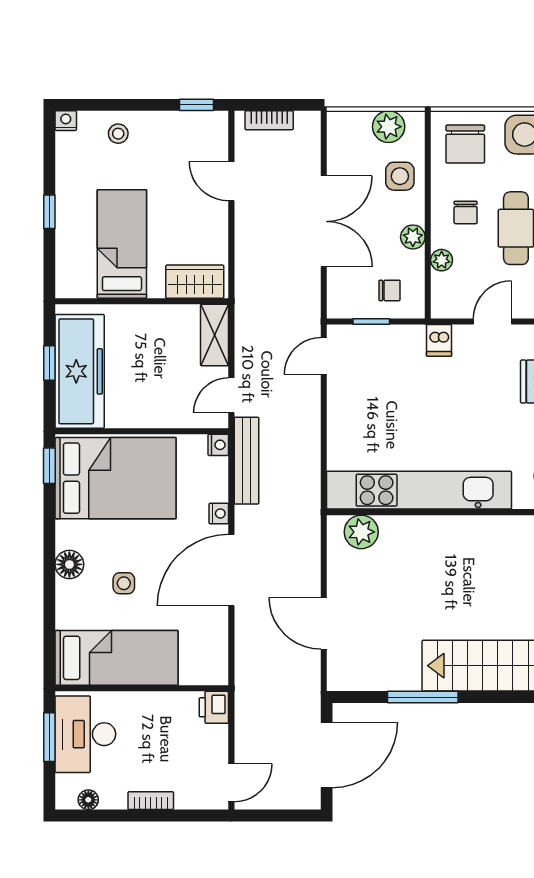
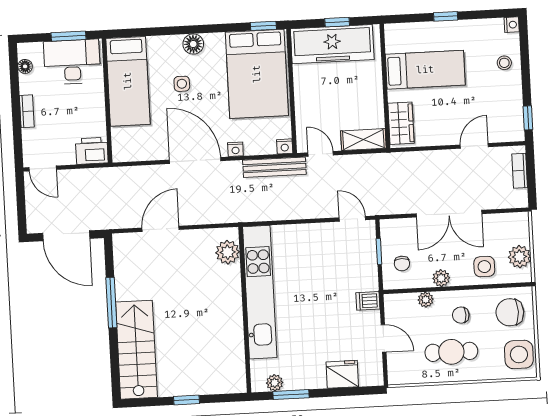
printer: (214, 707) -> (92, 151), width x1.36, depth x1.24

